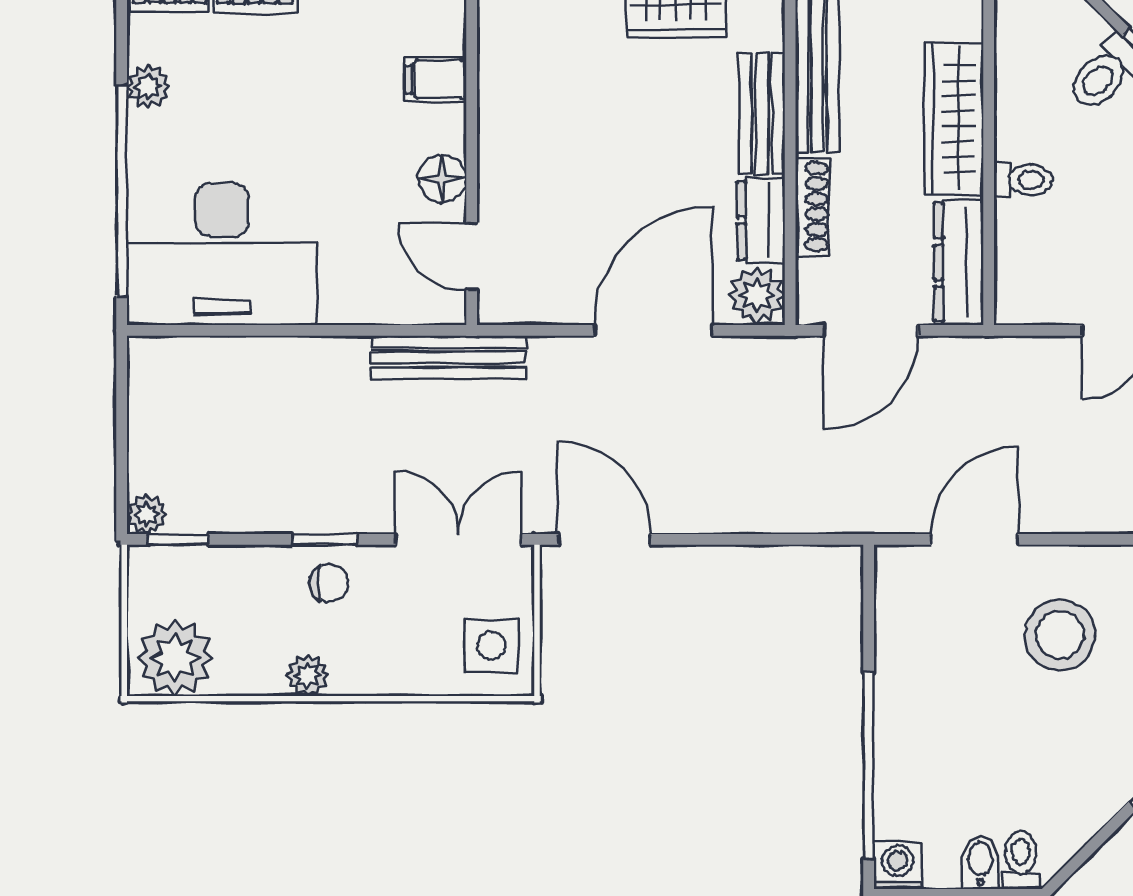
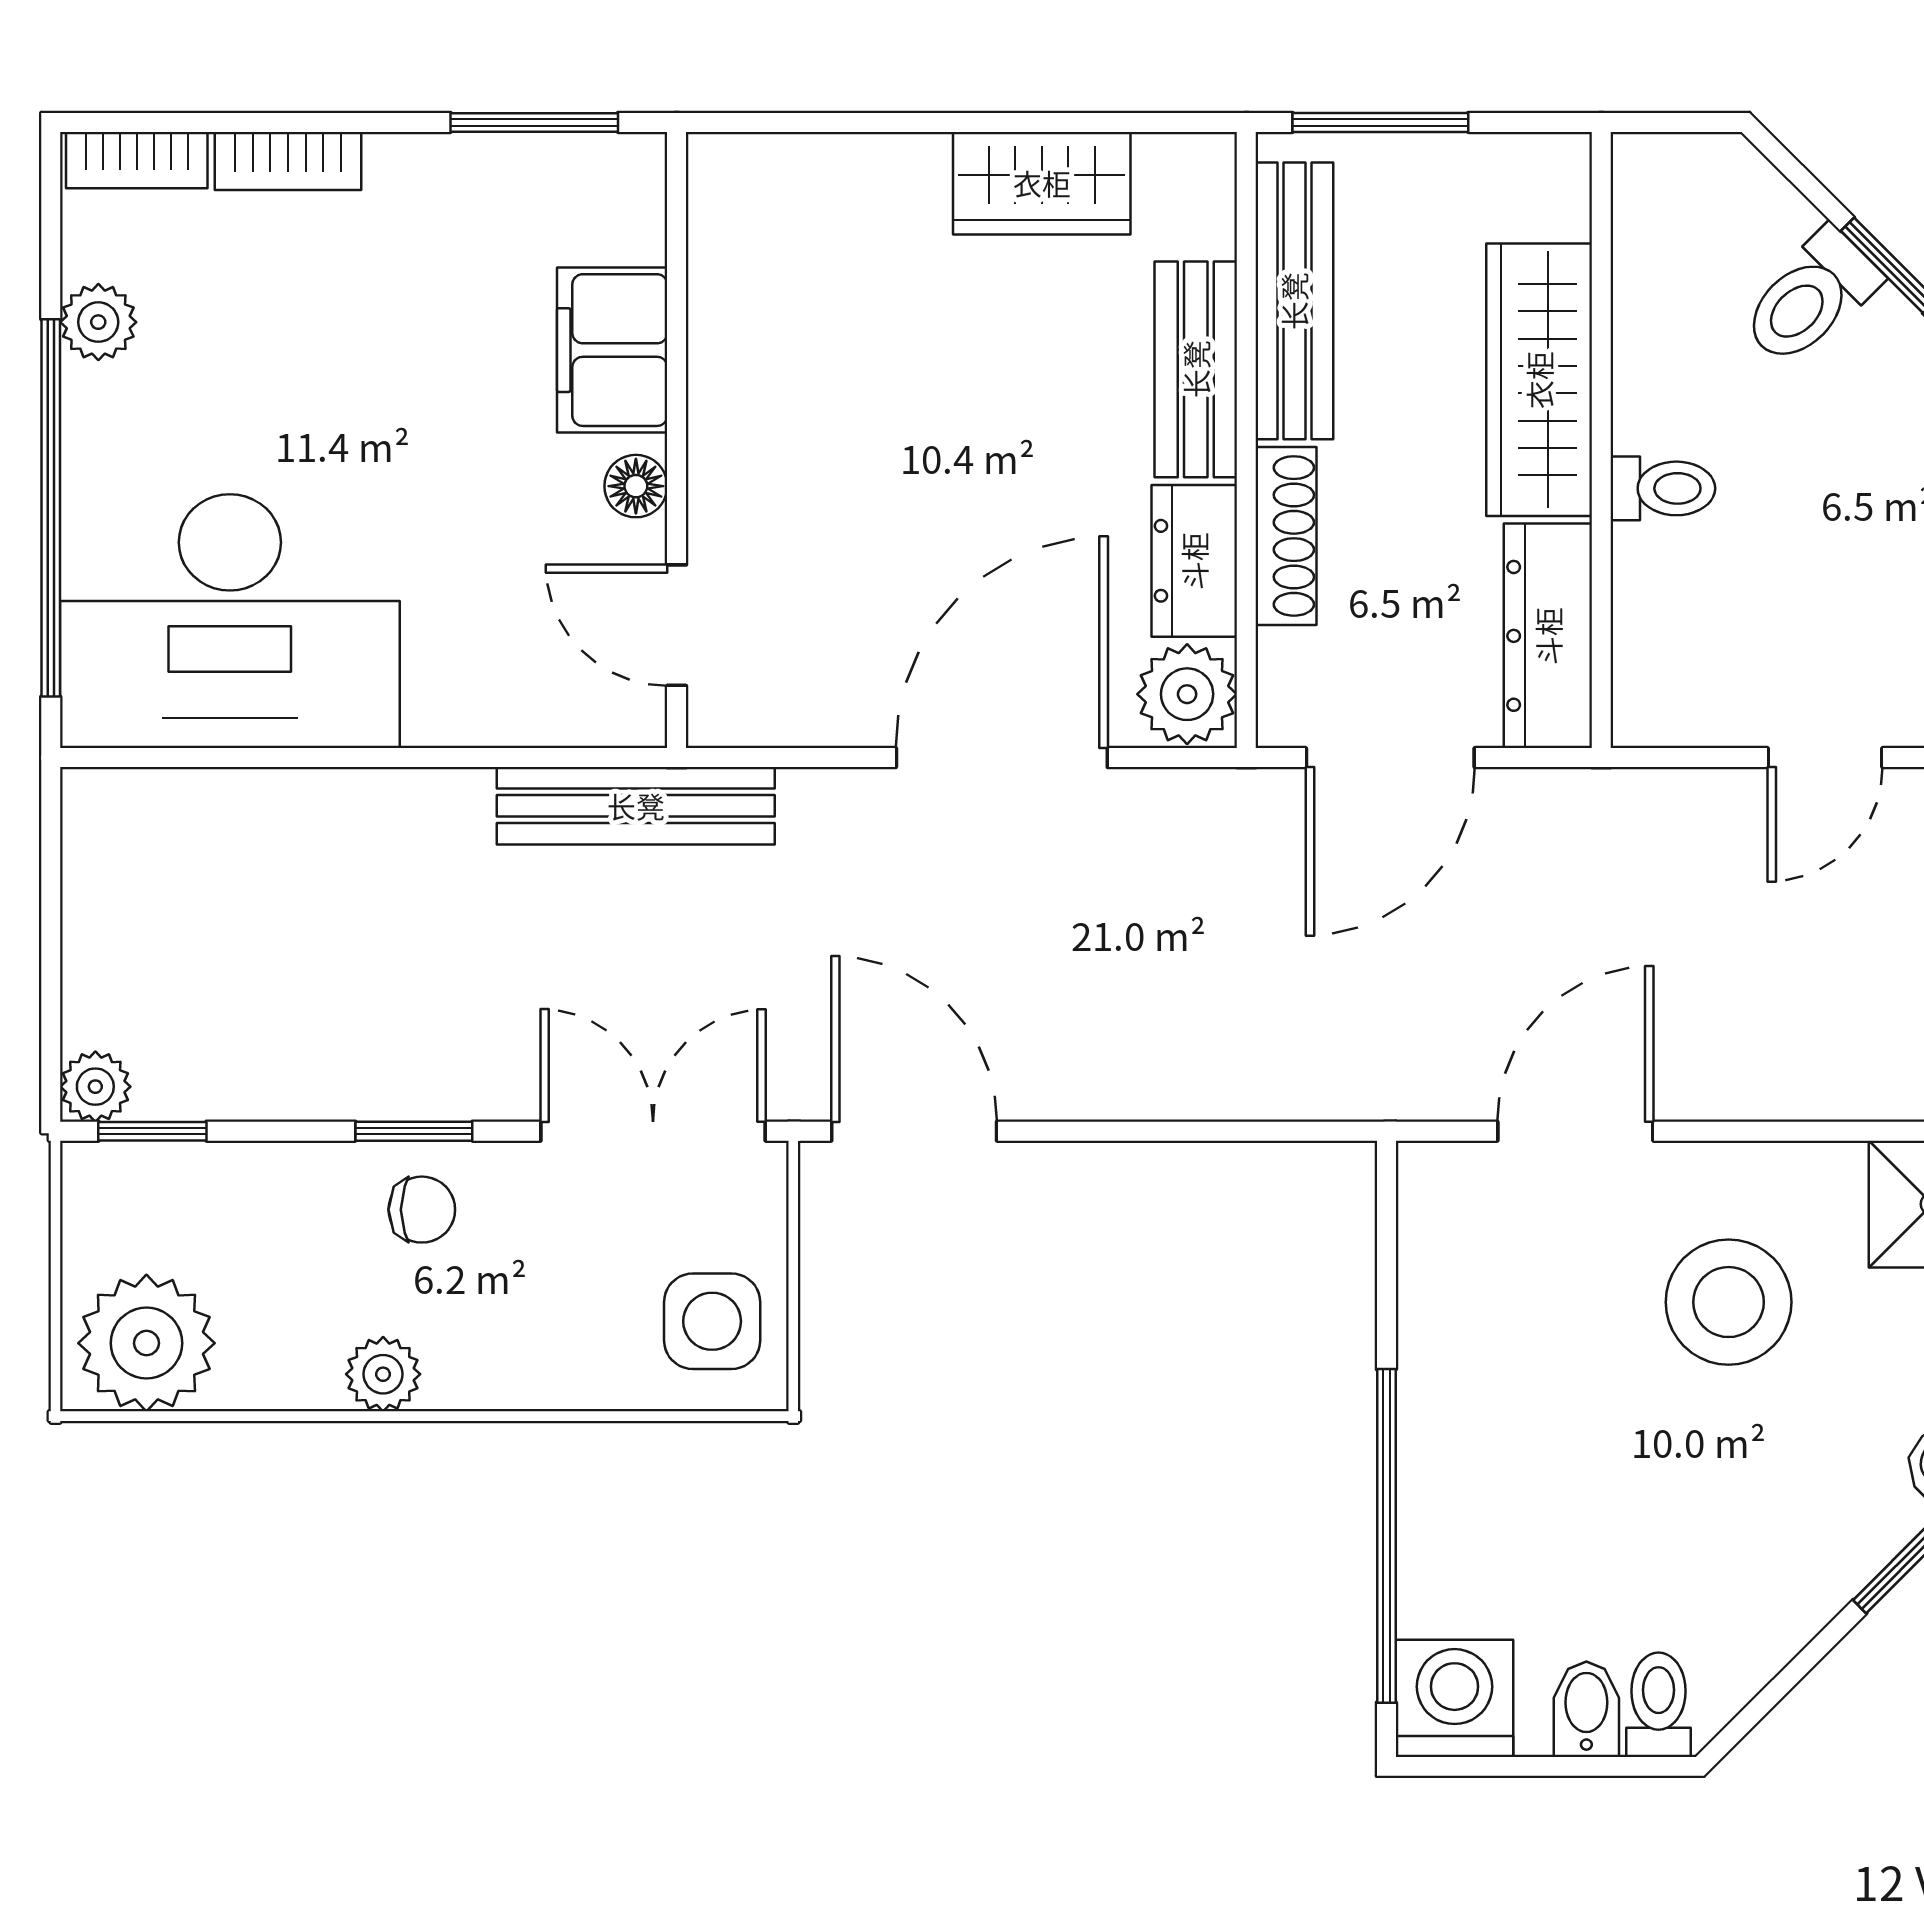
filing cabinet: (436, 79) -> (612, 350), width x2.00
floor lamp: (442, 179) -> (636, 486), width x0.73, depth x0.73
washing machine: (898, 865) -> (1455, 1698), width x1.38, depth x1.38

